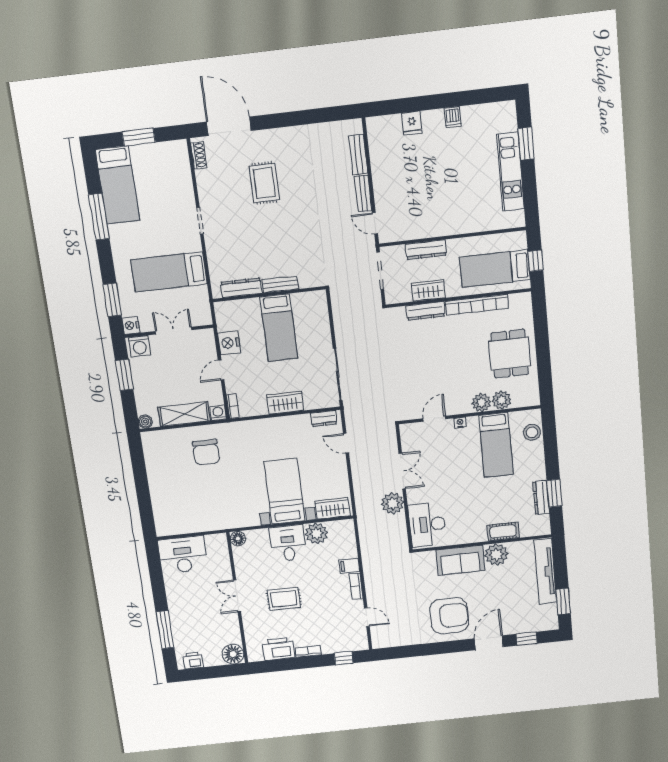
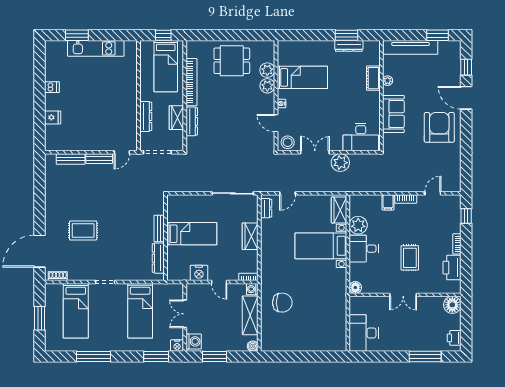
bed: (118, 185) -> (76, 311), moved, turned 90
stool: (532, 432) -> (288, 142), moved
plant: (496, 555) -> (388, 81), width x0.53, depth x0.53

